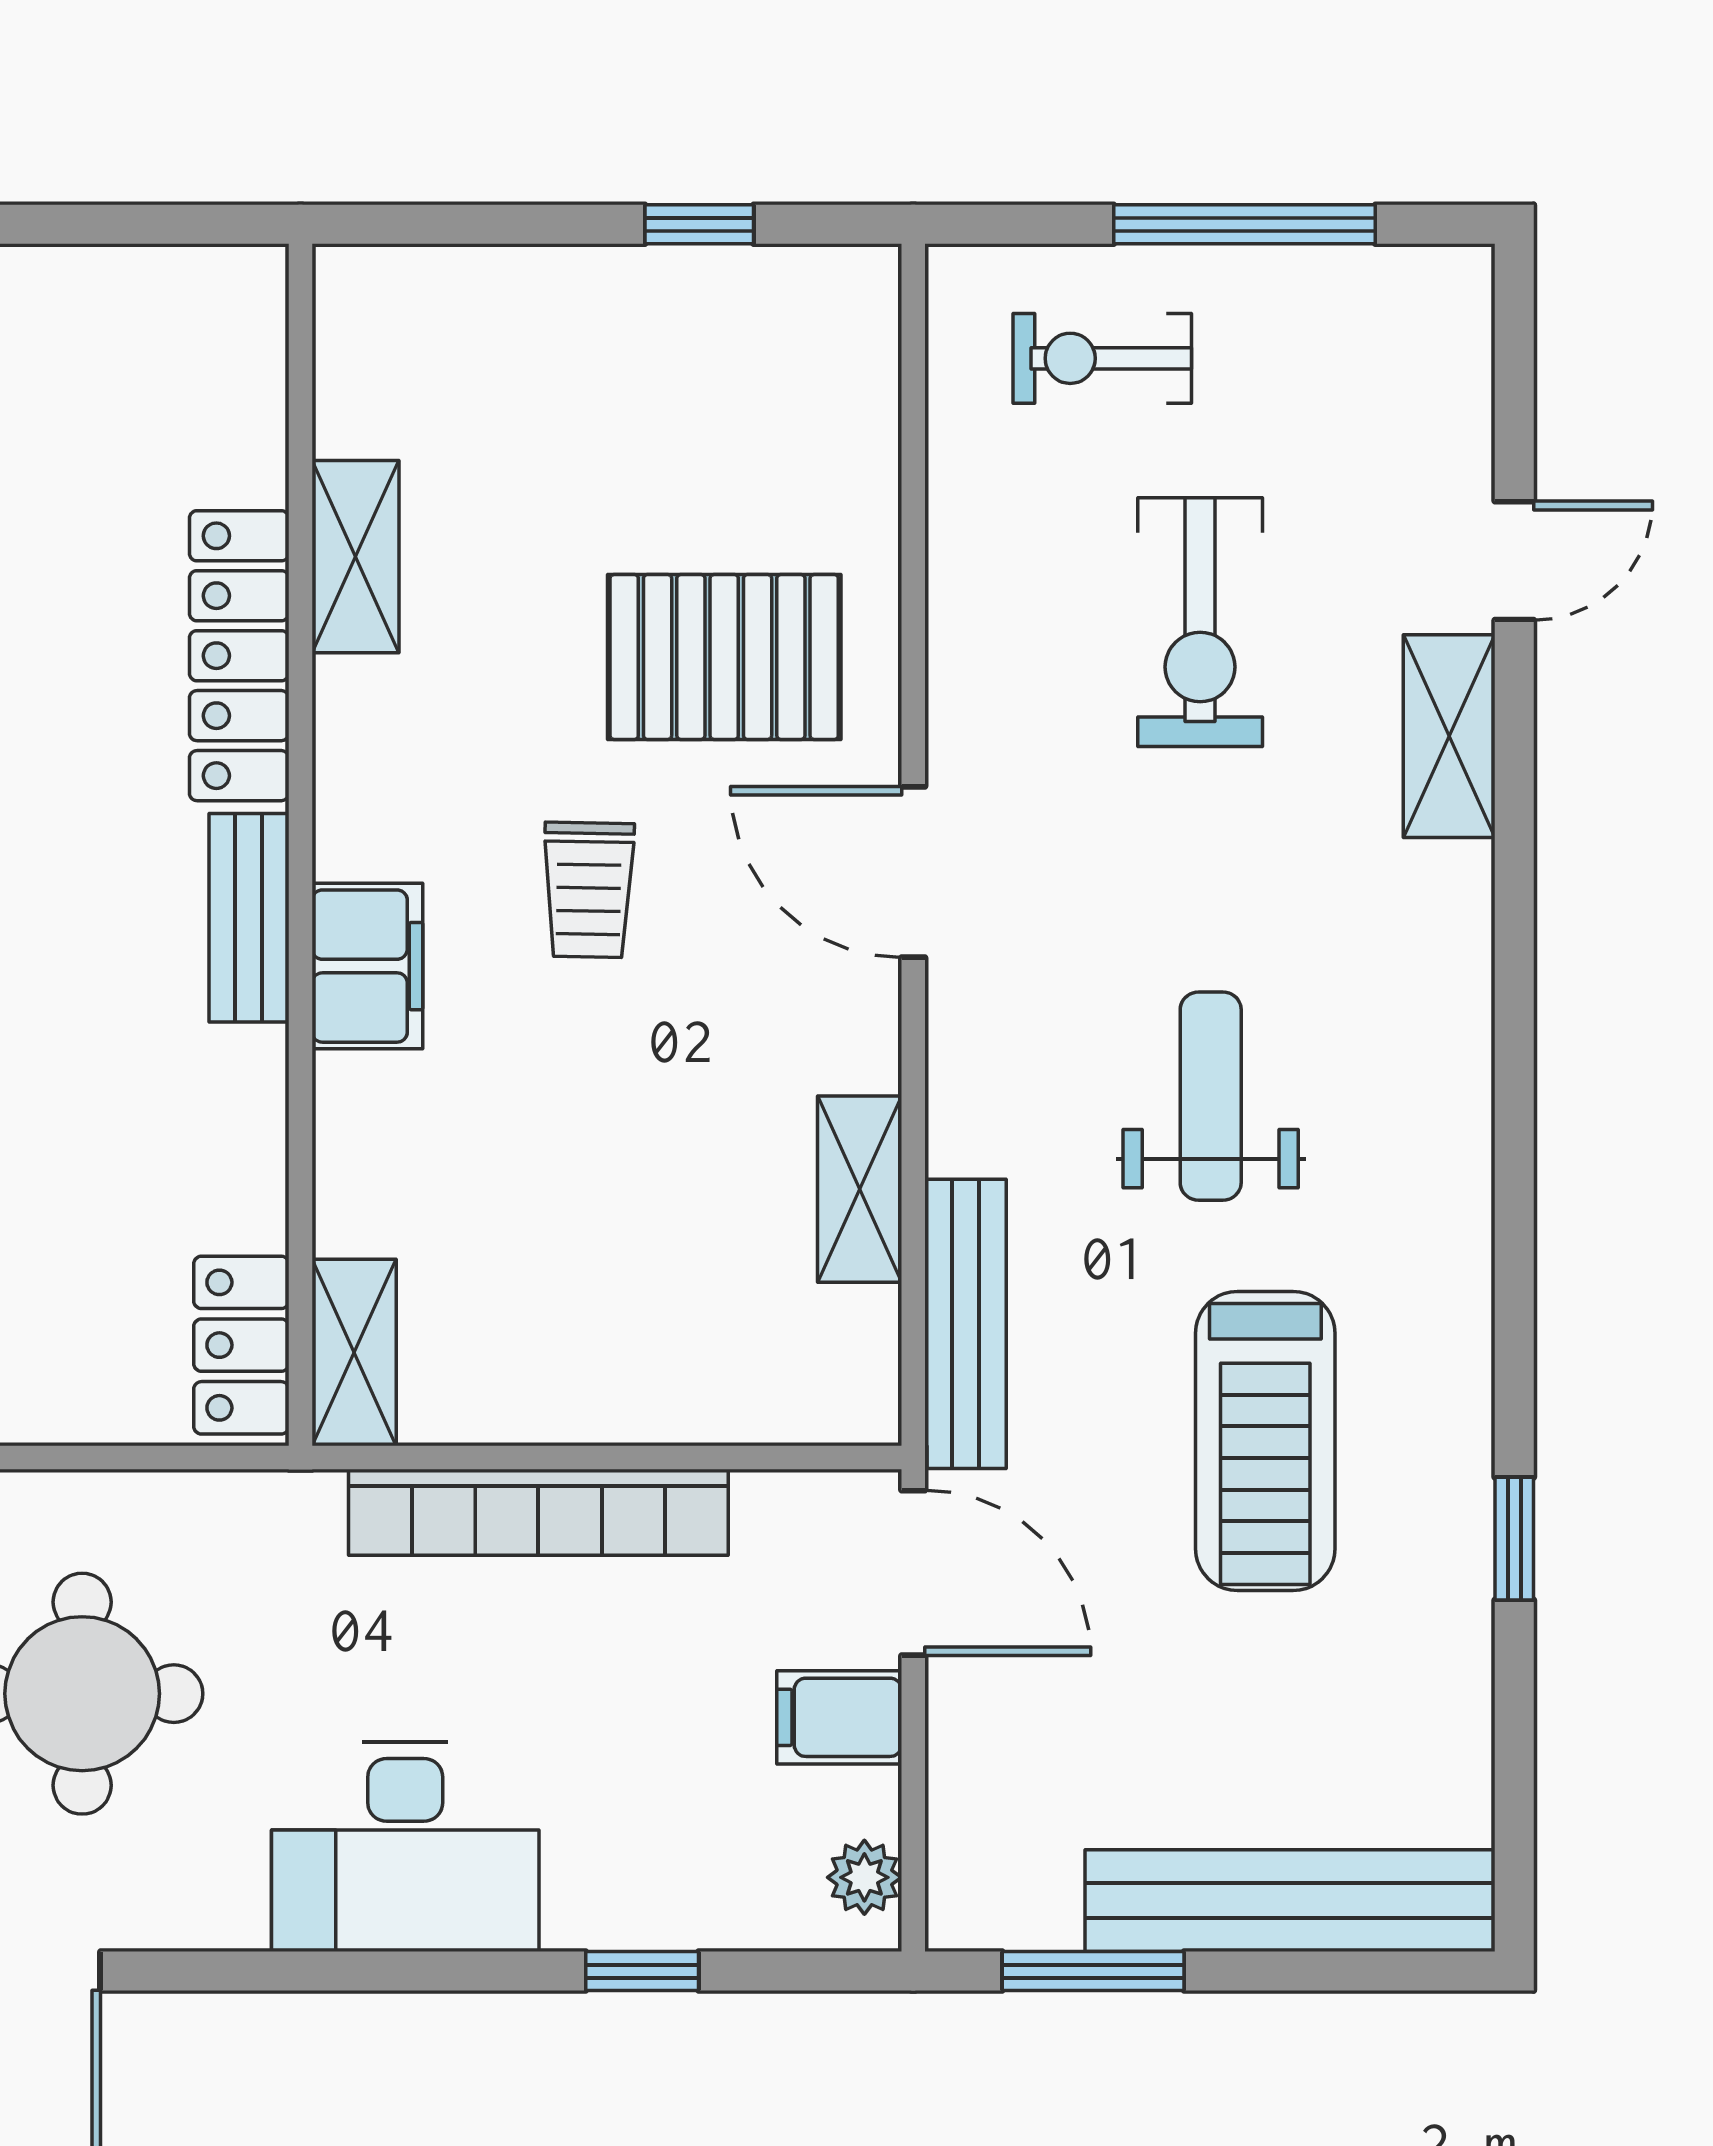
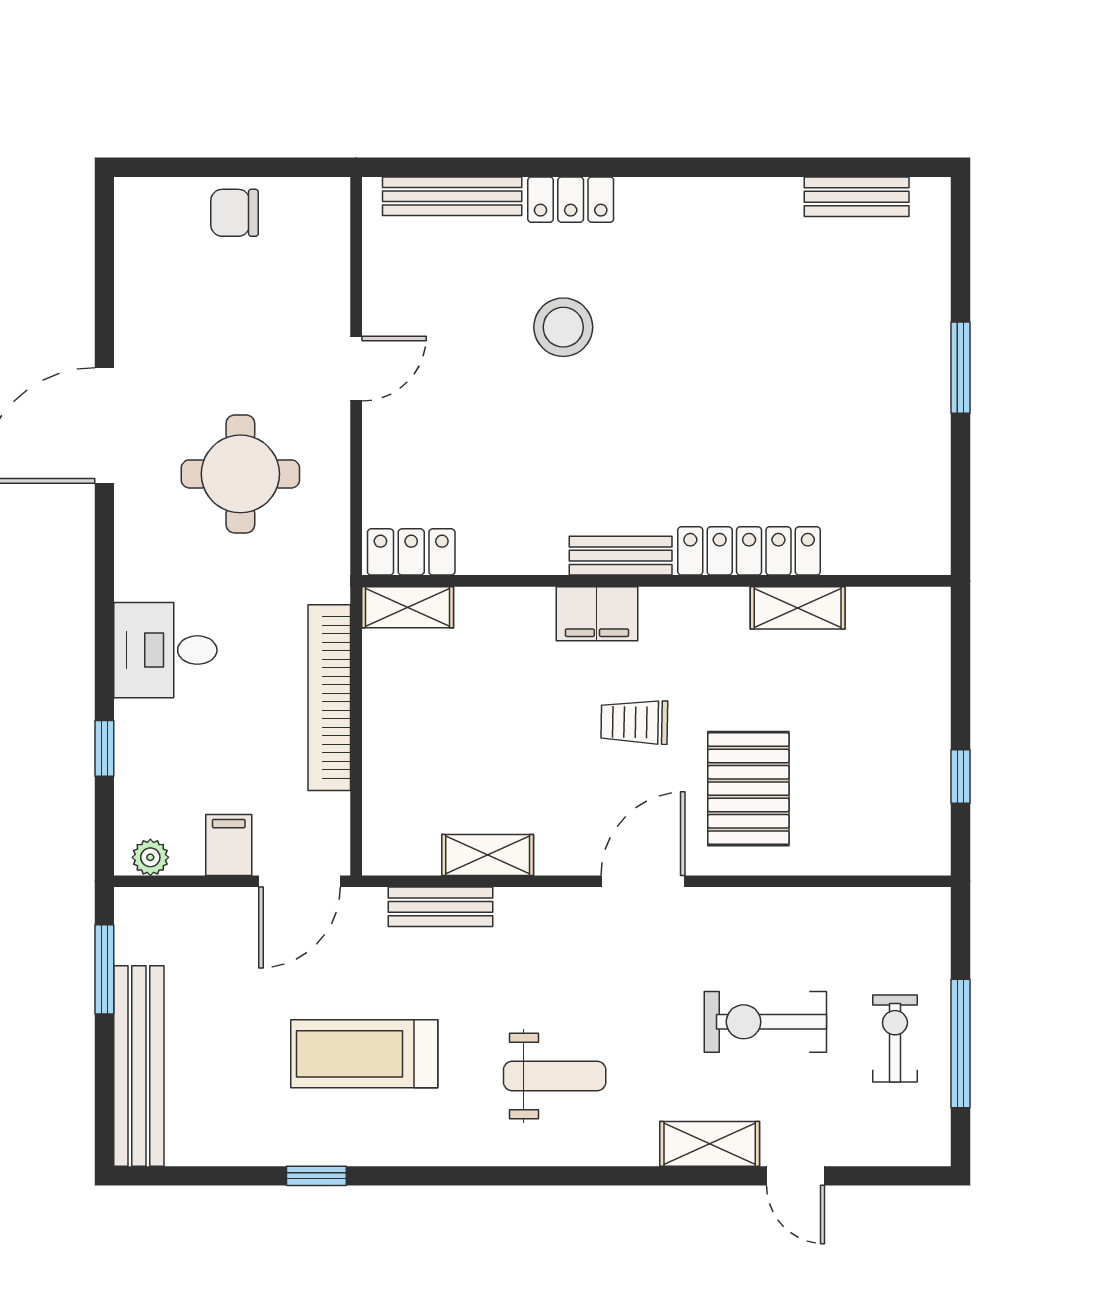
exercise bike: (1102, 358) -> (895, 1038), moved
weight bench: (1211, 1096) -> (555, 1076), moved
bench: (965, 1324) -> (441, 907), width x0.73
desk: (405, 1847) -> (165, 650), width x0.73

